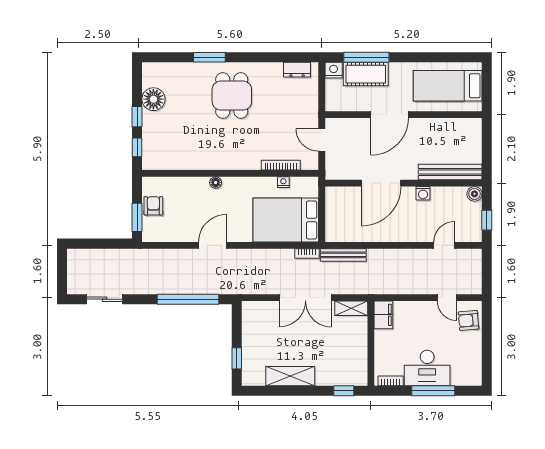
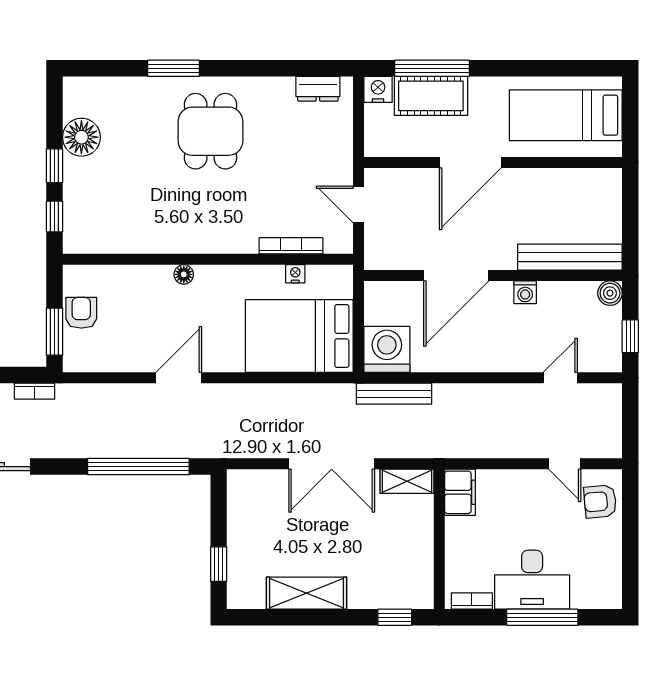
washing machine: (339, 228) -> (387, 349), added
bookcase: (307, 253) -> (35, 391), moved

